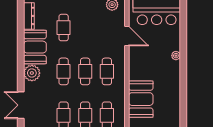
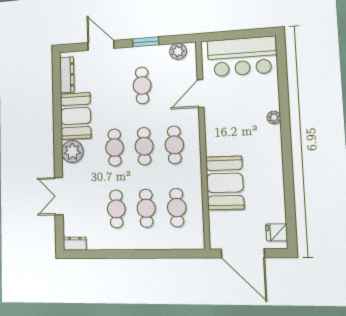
cafe table: (64, 28) -> (142, 85), moved
door: (127, 36) -> (201, 93), swing flipped

